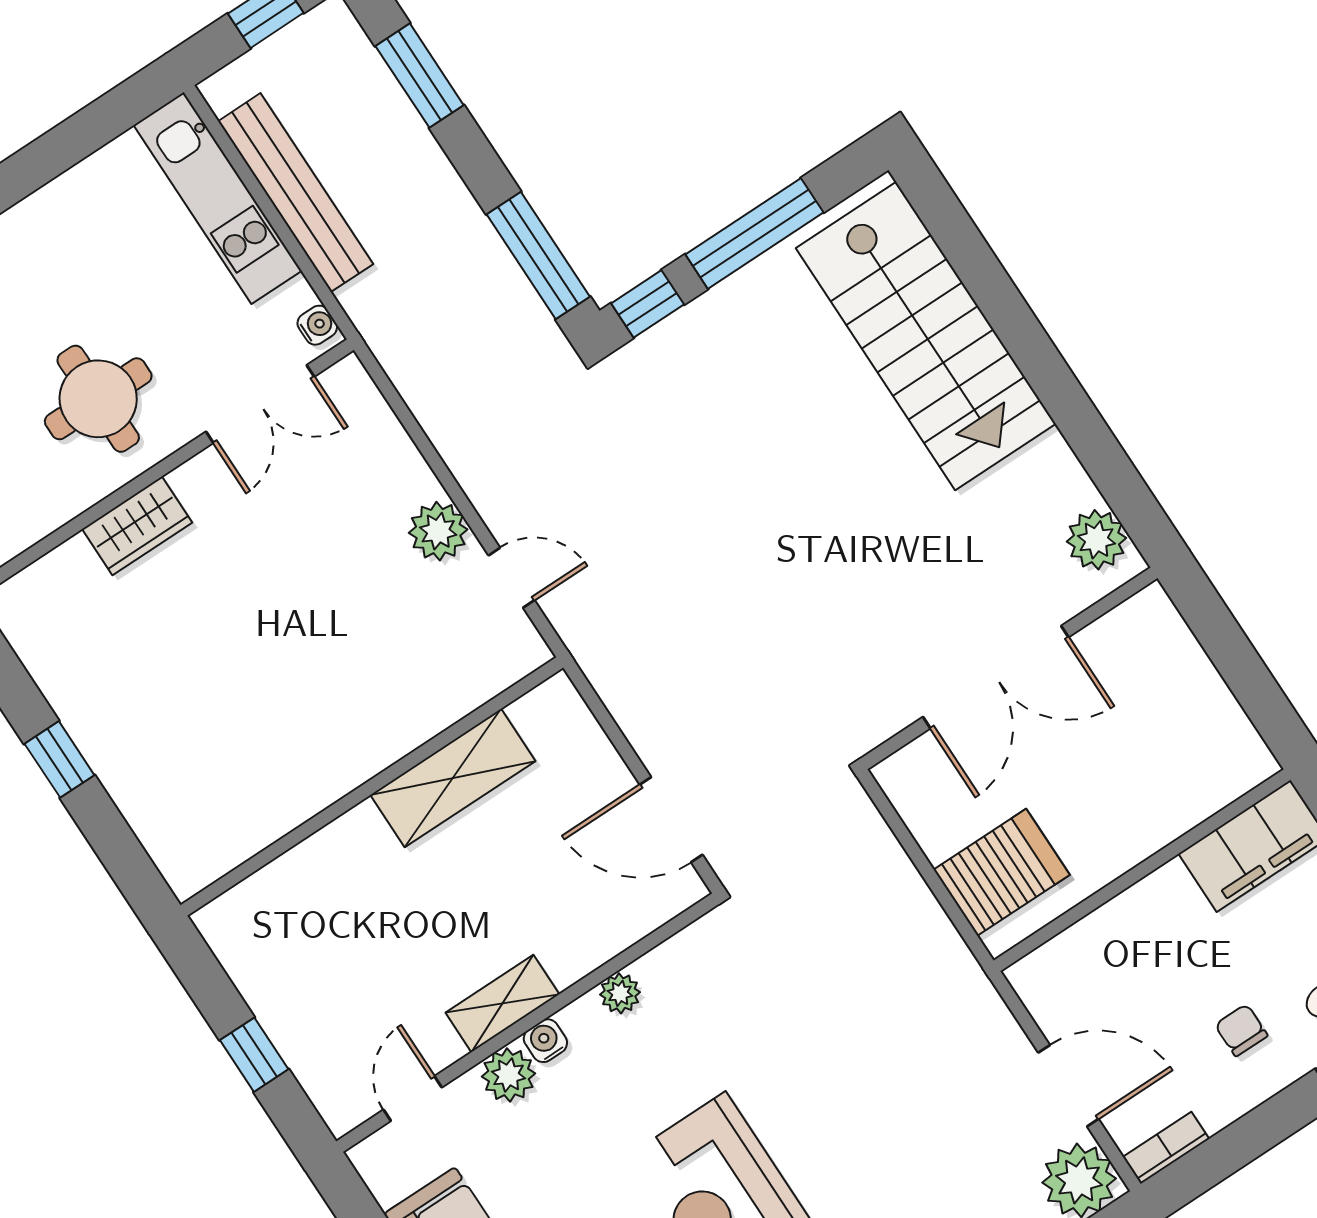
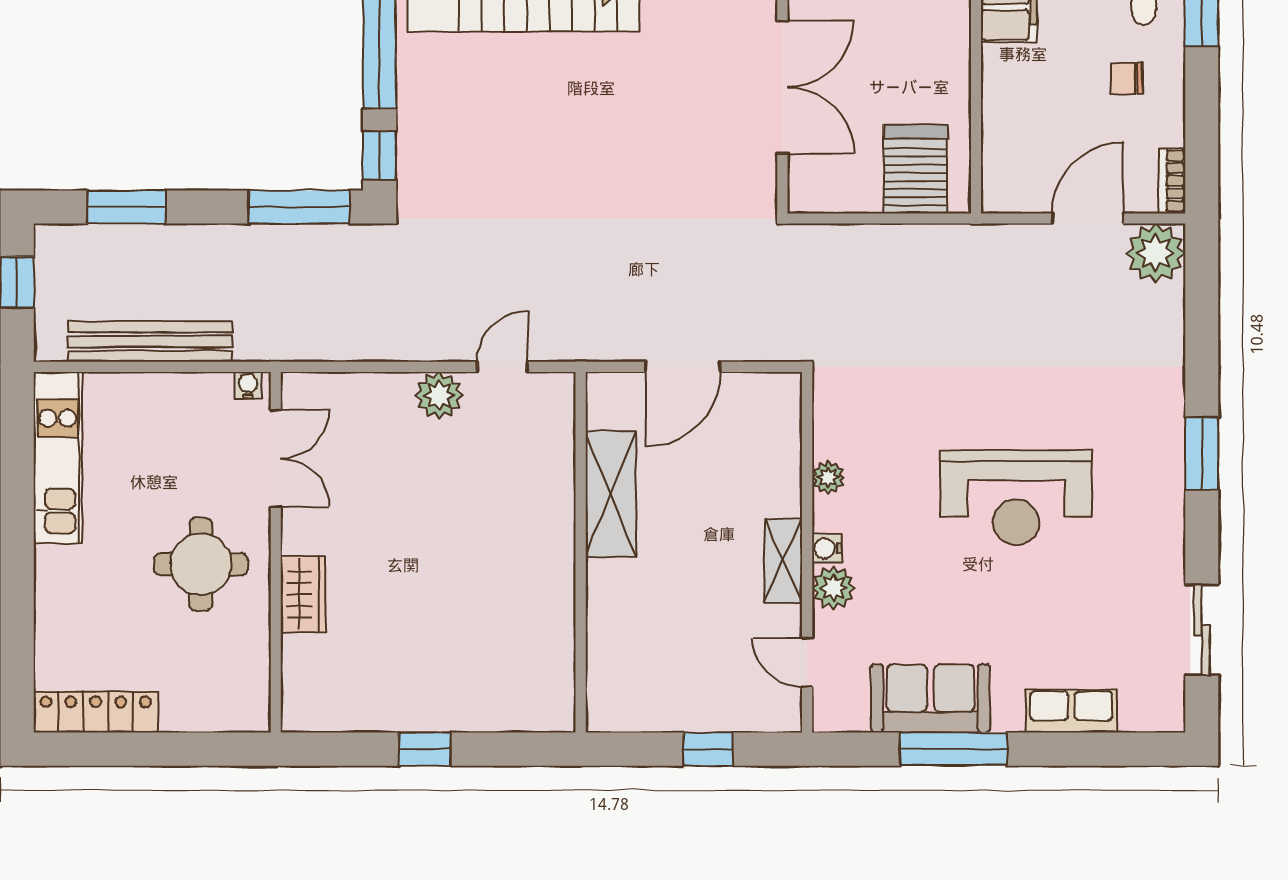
kitchen unit: (218, 198) -> (58, 458), moved, turned -90
door: (671, 820) -> (683, 367), moved

